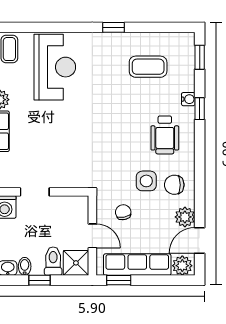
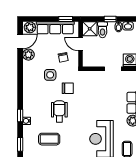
wheelchair: (165, 135) -> (59, 111), moved
chair: (174, 185) -> (68, 88), moved

